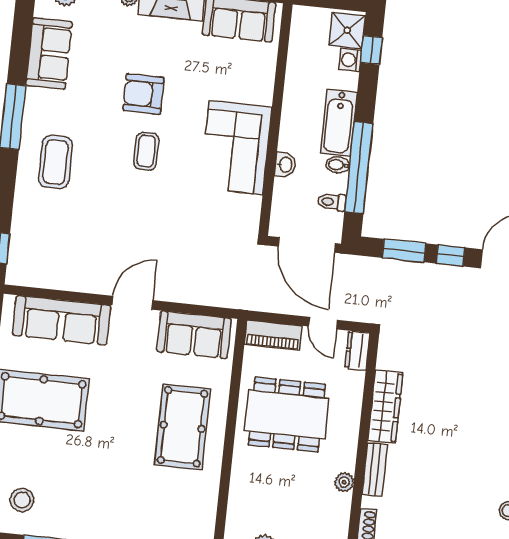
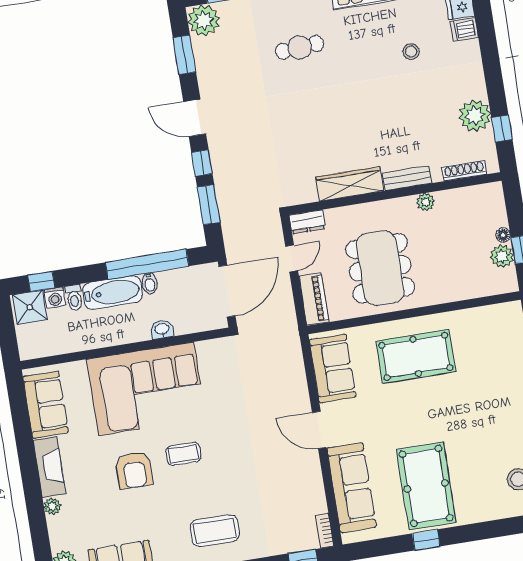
corner sofa: (236, 147) -> (146, 389), width x1.36, depth x1.36
toilet: (332, 202) -> (74, 298), moved
bookcase: (24, 279) -> (325, 531), added

